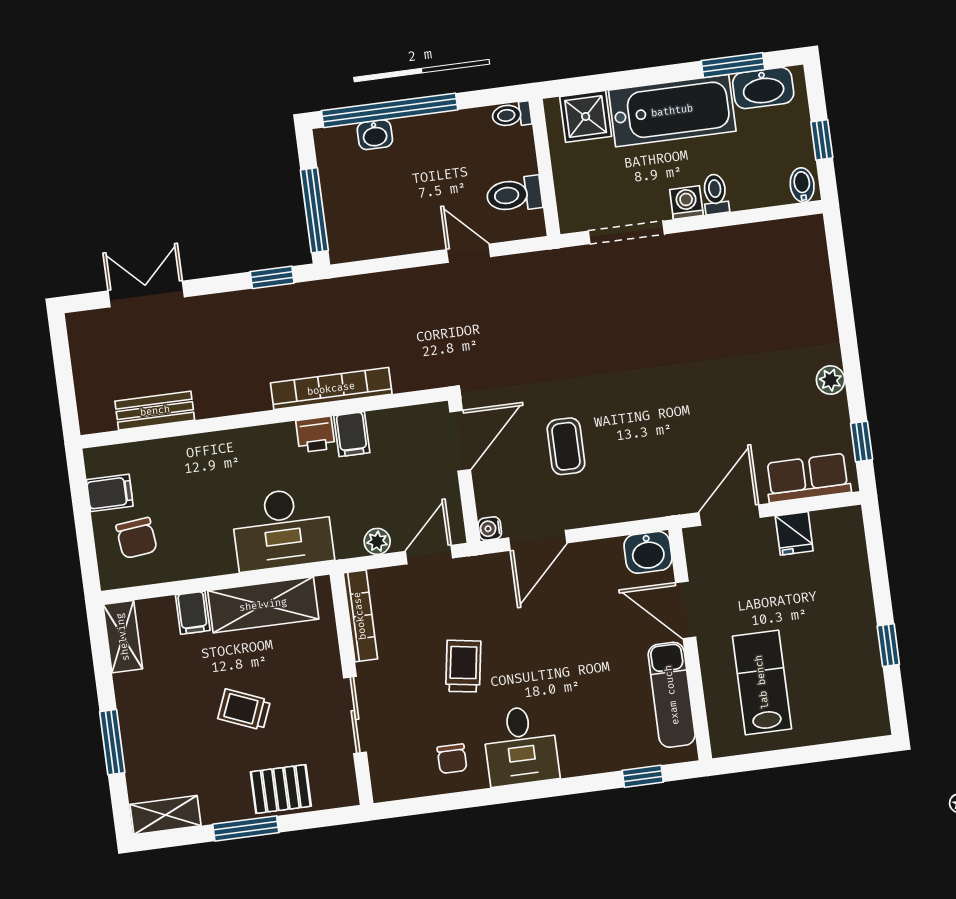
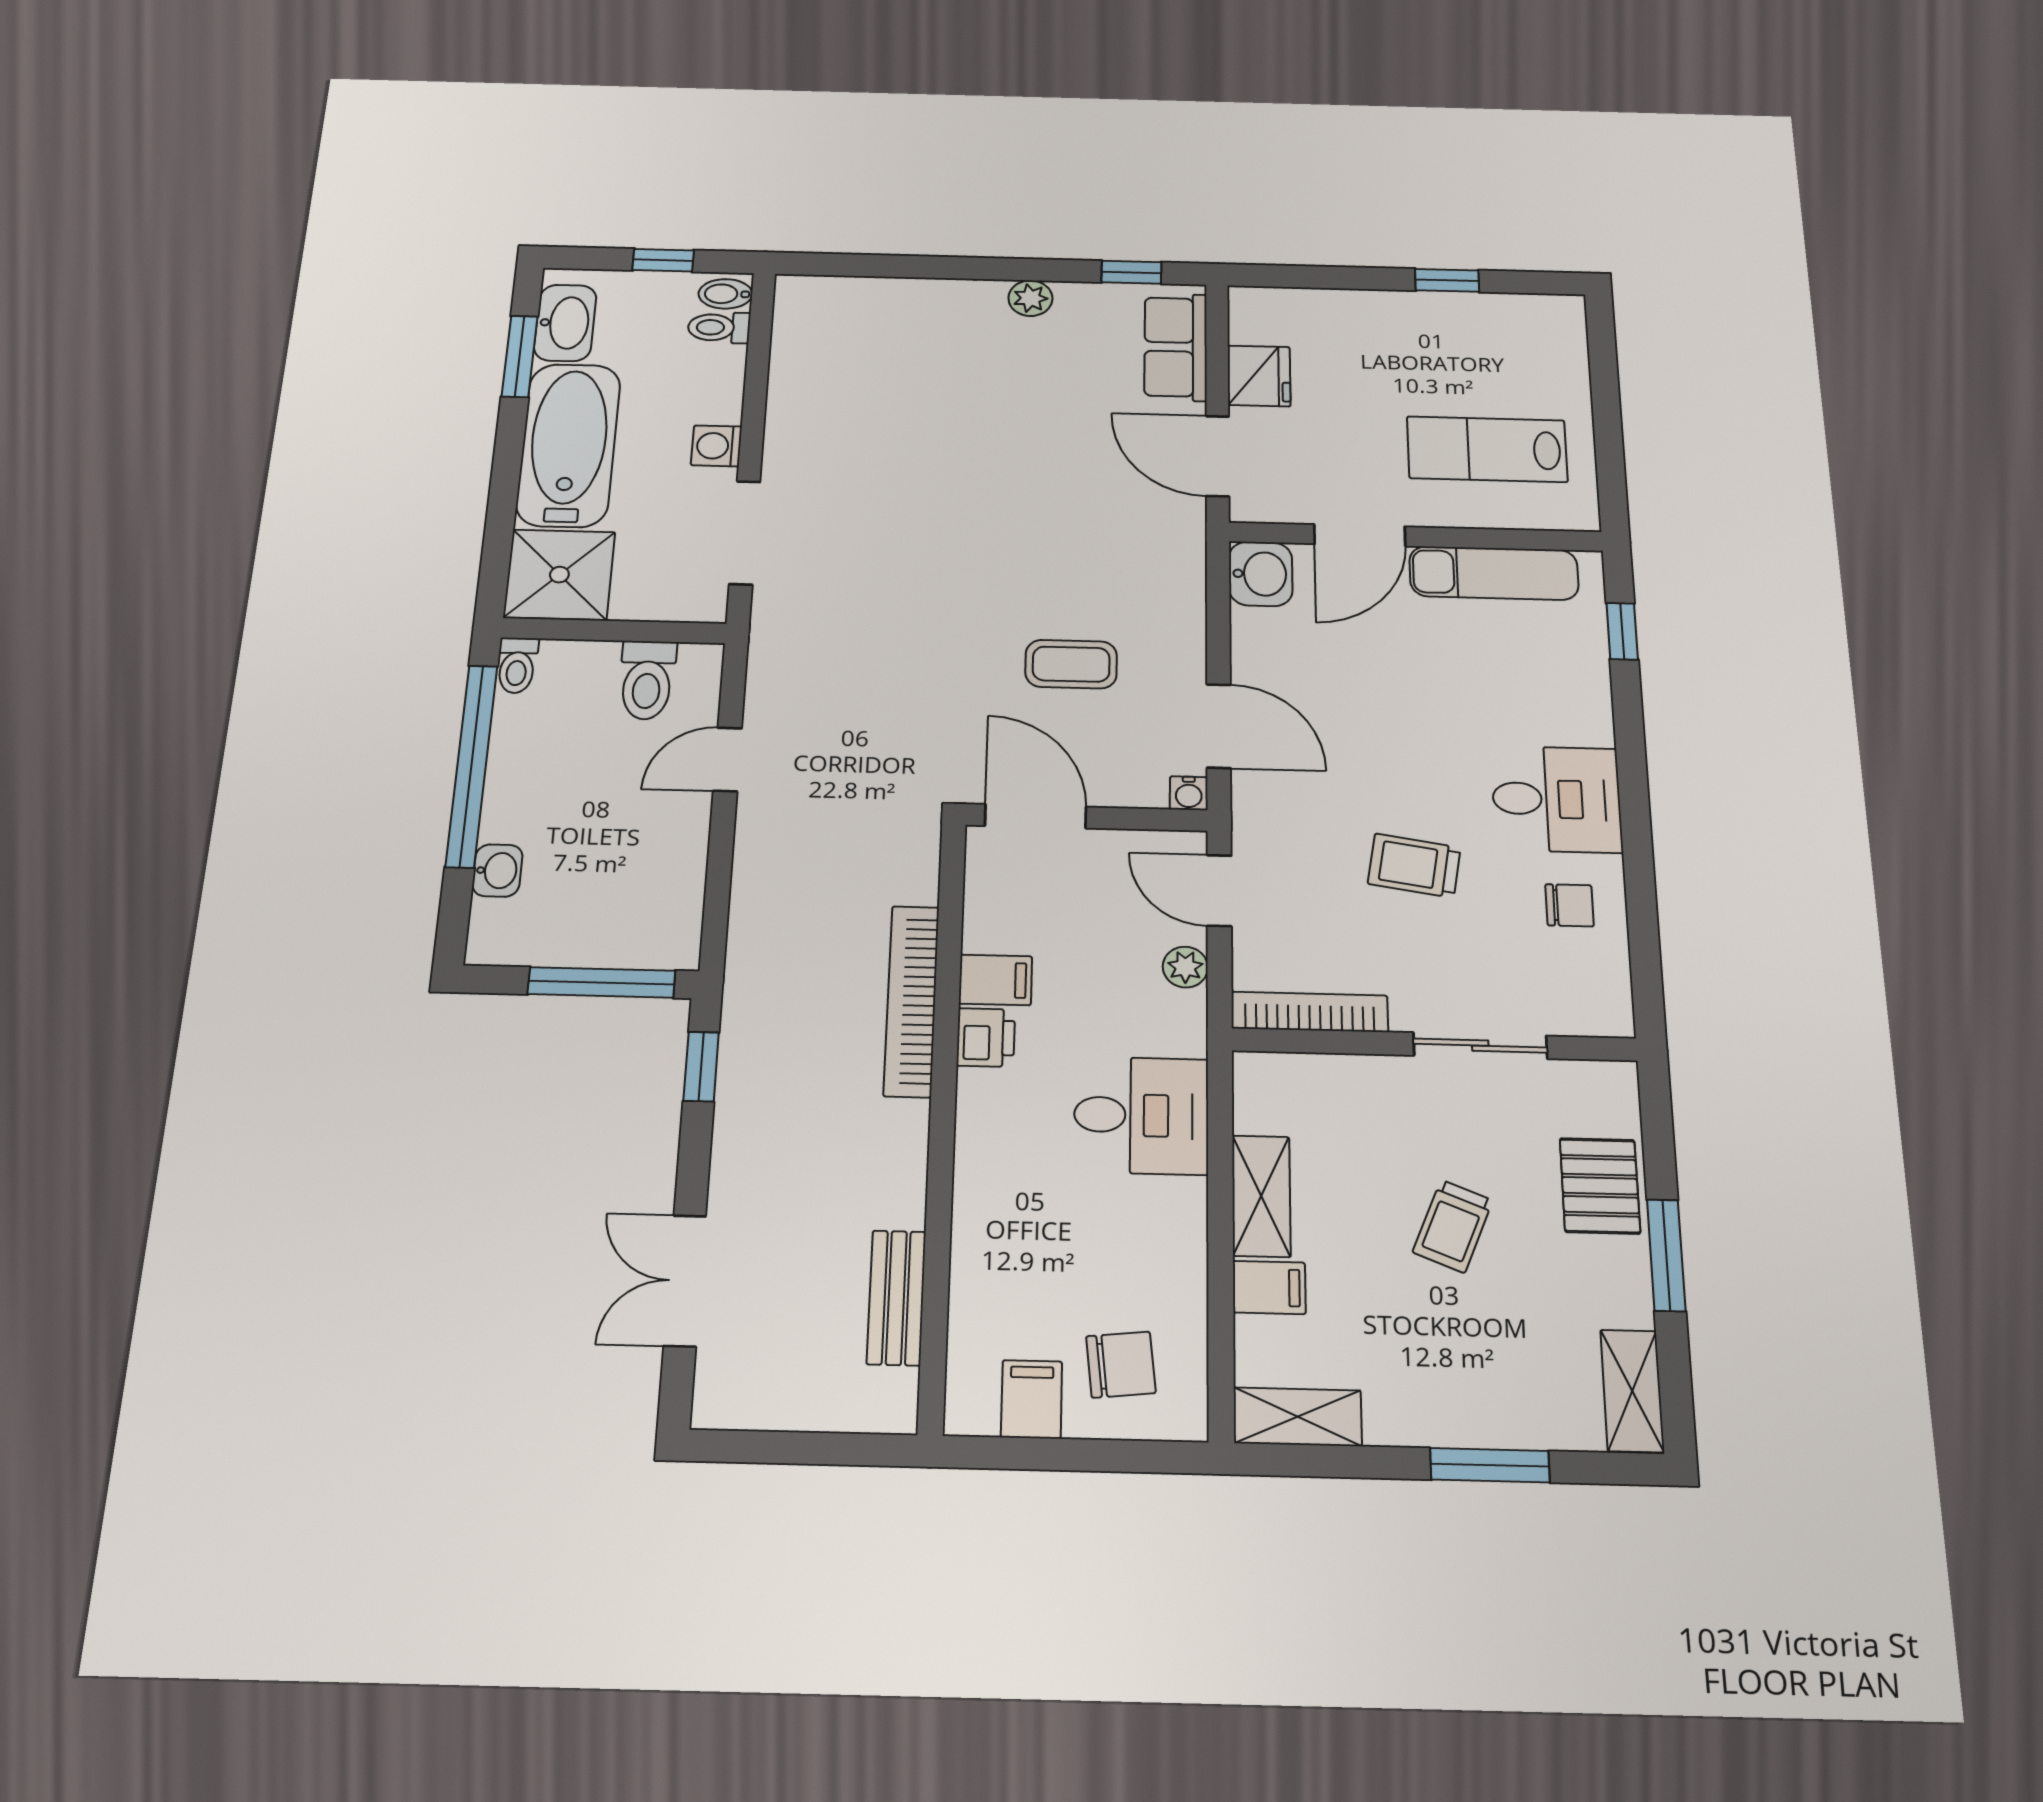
window: (390, 110) -> (472, 765), moved
shower: (586, 116) -> (559, 575), width x1.36, depth x1.36
toilet: (715, 194) -> (719, 328), moved
desk: (282, 529) -> (1141, 1115), width x0.73
fridge: (794, 533) -> (1259, 376), width x1.38
shelving: (263, 605) -> (1261, 1196), width x0.67, depth x0.75

